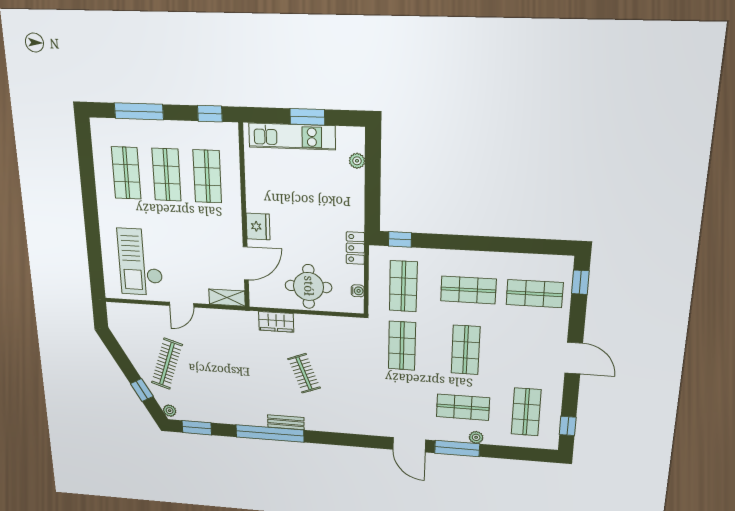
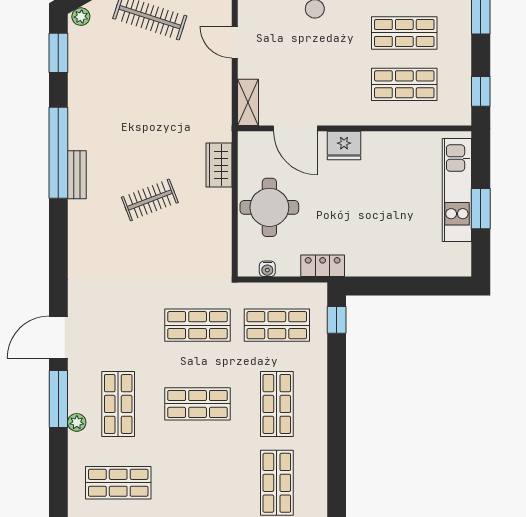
plant: (357, 161) -> (431, 267), removed

